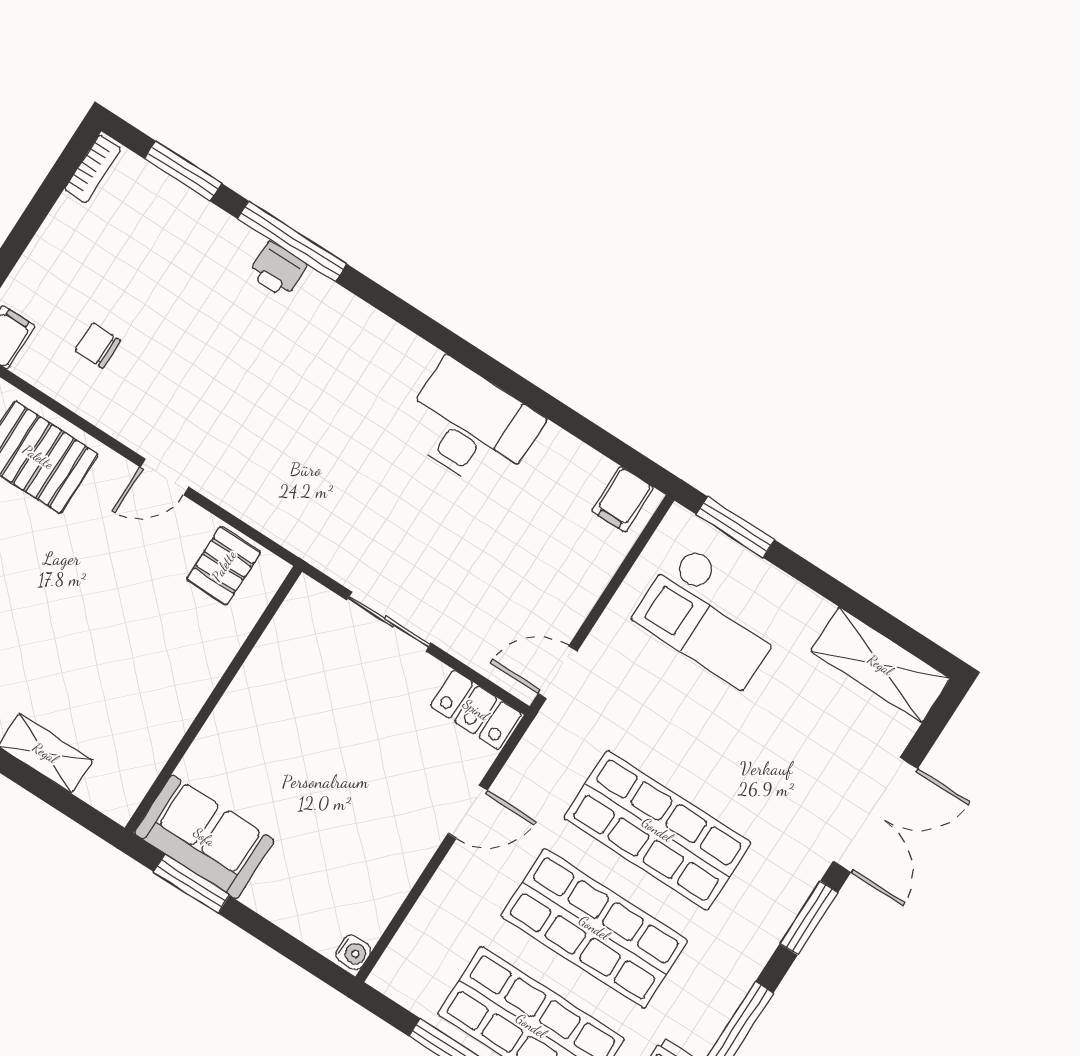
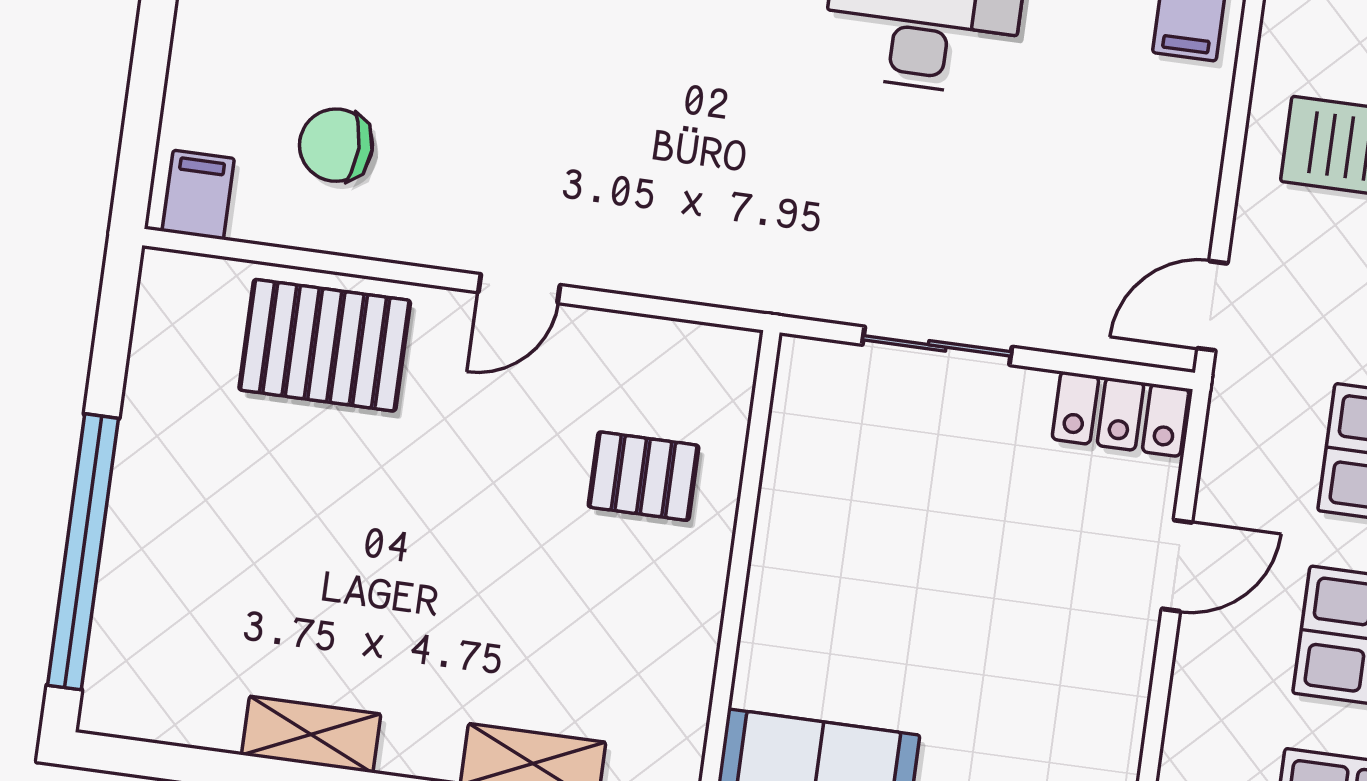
chair: (98, 346) -> (336, 145), width x1.37, depth x1.37
pallet: (224, 566) -> (643, 476), moved, turned 90

